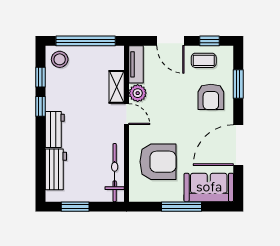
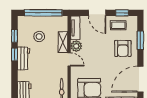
stool: (60, 59) -> (39, 37), moved
workbench: (55, 129) -> (23, 58), moved

